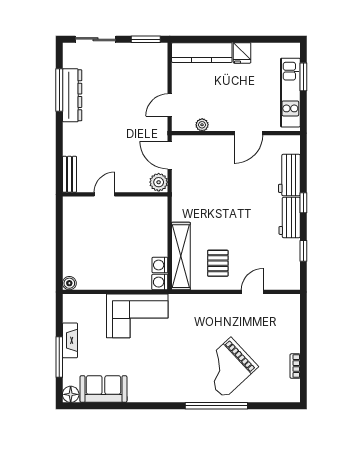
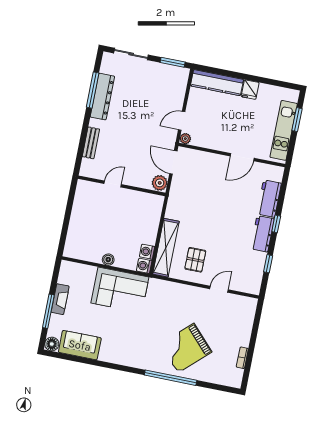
plant: (202, 125) -> (185, 139), moved
bench: (69, 174) -> (91, 143), moved
boiler: (69, 283) -> (108, 260), moved

